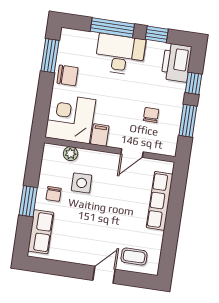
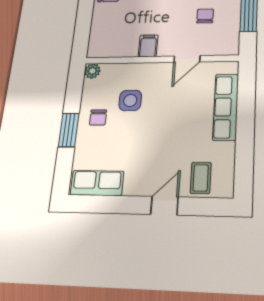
corner desk: (70, 118) -> (114, 34), removed
plant: (71, 154) -> (92, 71), moved
row of seats: (41, 232) -> (97, 183), moved, turned -90
coffee table: (134, 257) -> (201, 178), turned 90

